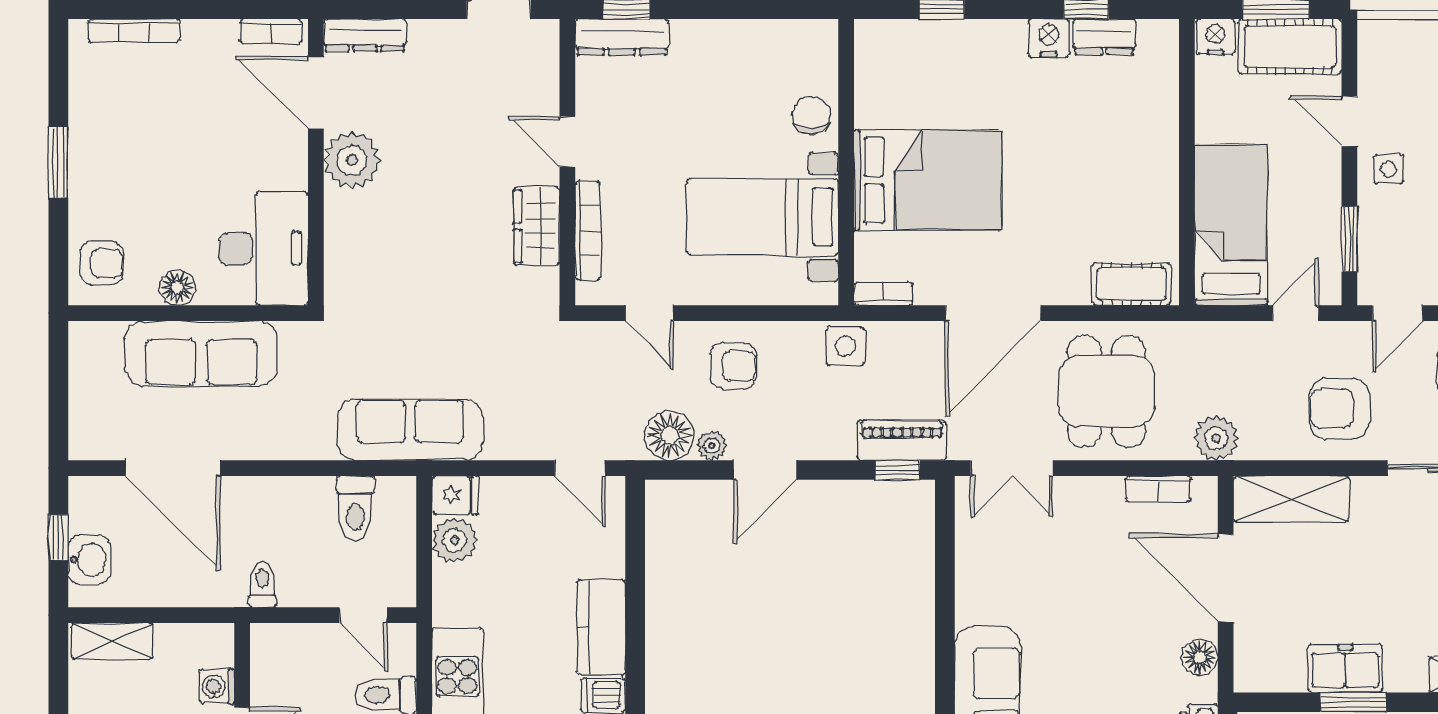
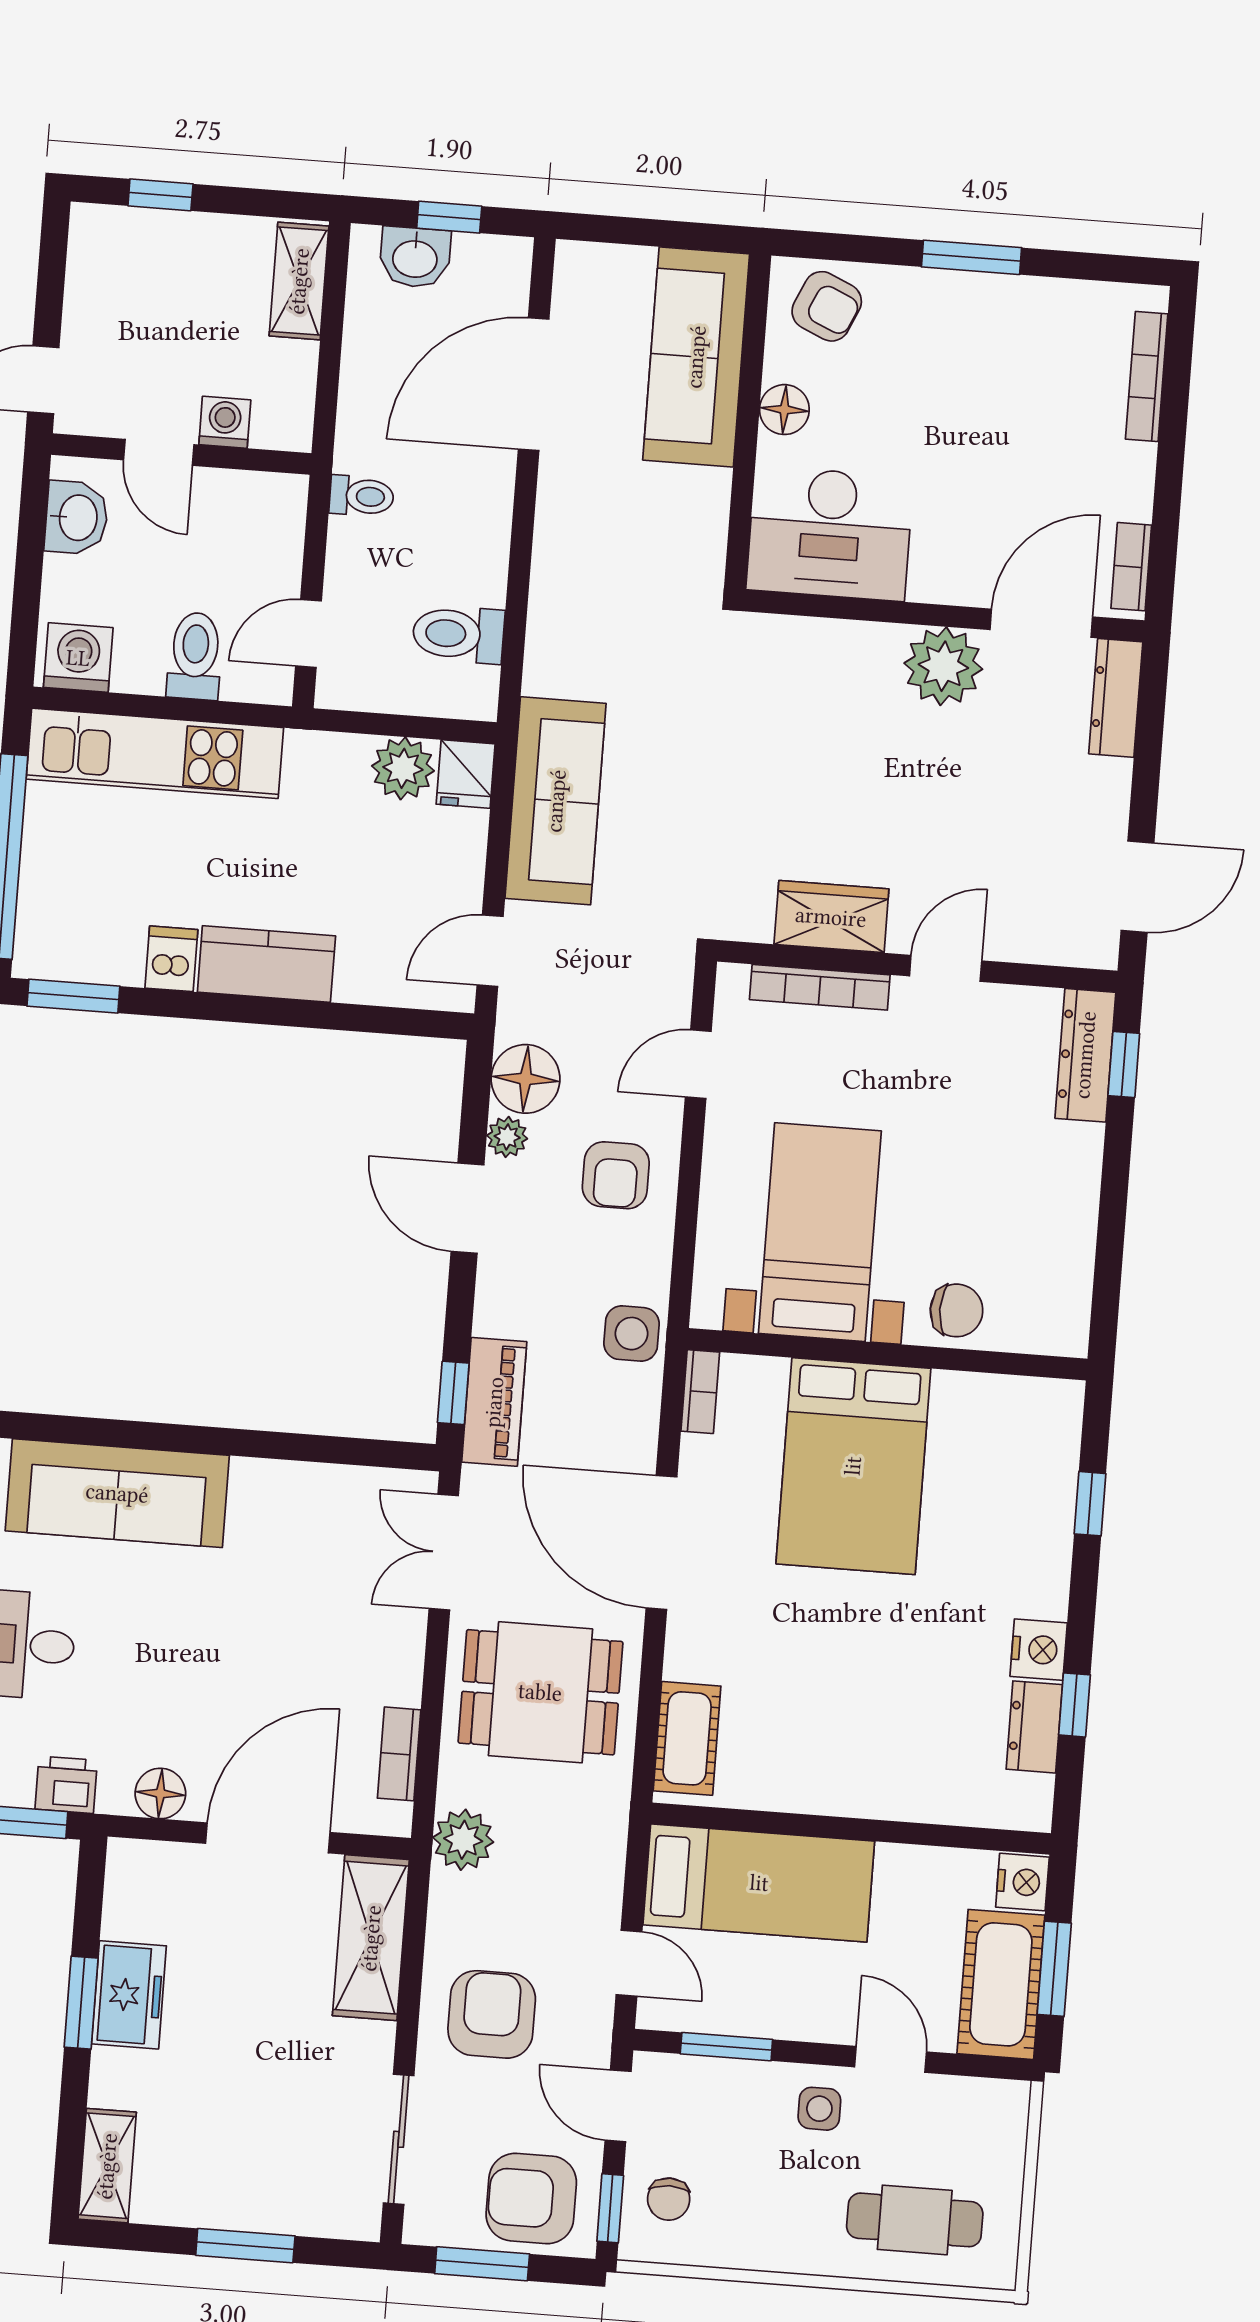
door: (1349, 121) -> (891, 2059), hinge flipped
armchair: (101, 263) -> (827, 306), turned -66
sofa: (201, 353) -> (696, 357), moved
sofa: (410, 430) -> (556, 801), moved

